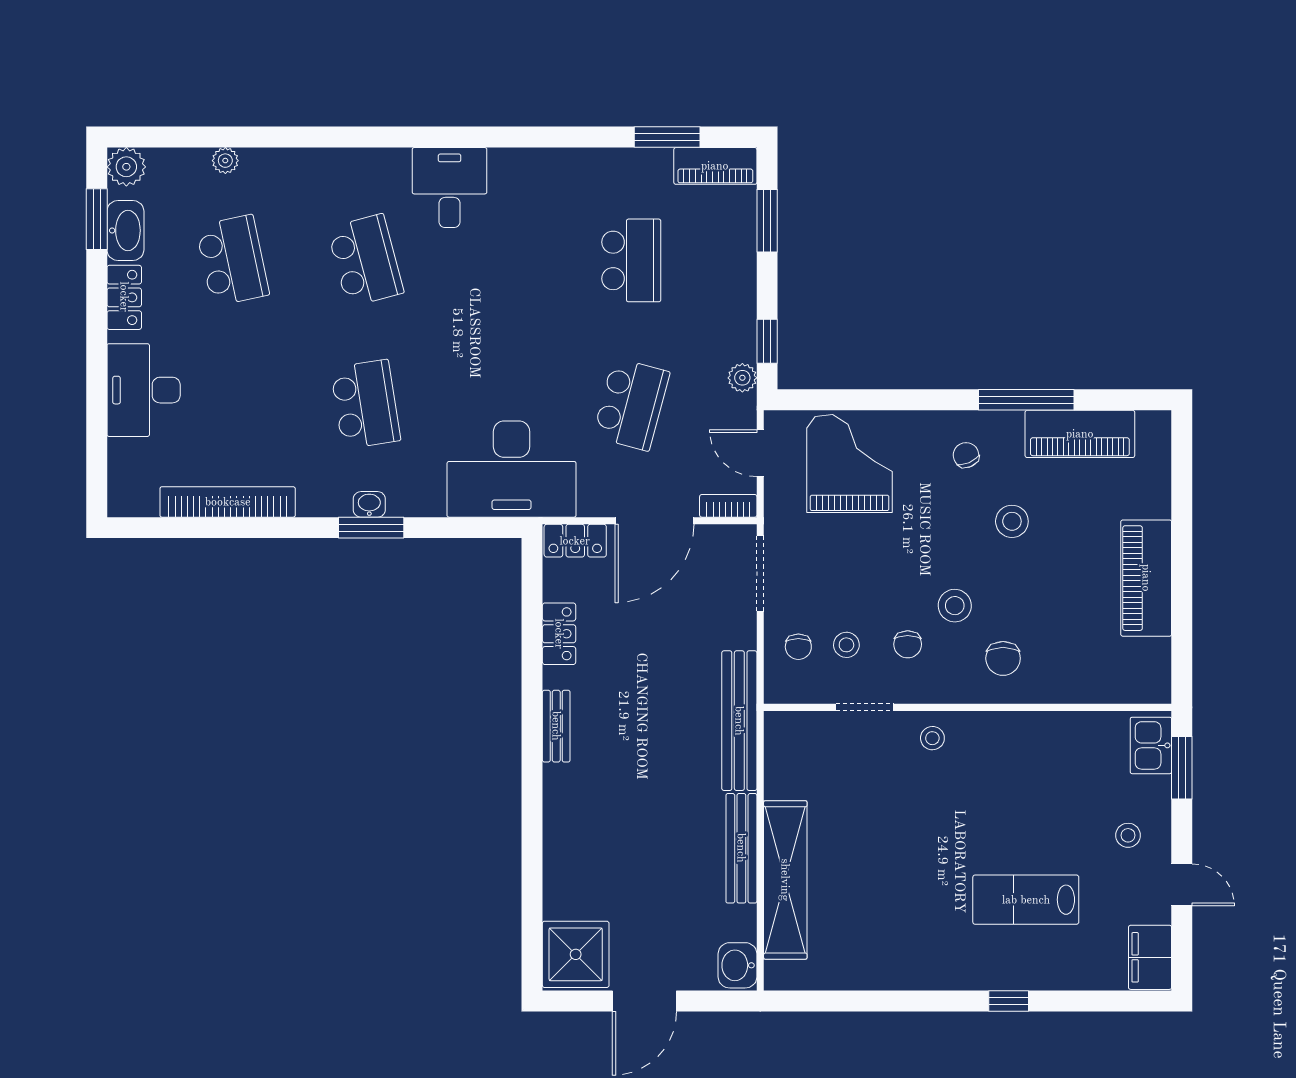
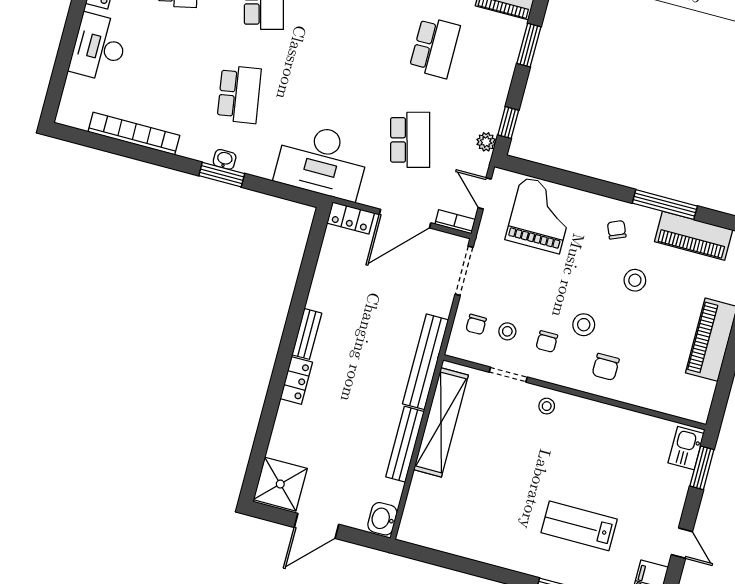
school desk: (631, 404) -> (410, 140), turned -30
locker: (559, 634) -> (296, 380), moved
stool: (1128, 835) -> (656, 502), removed
shelving: (785, 880) -> (441, 422), moved

